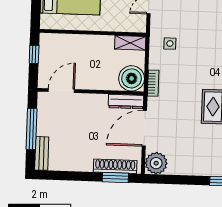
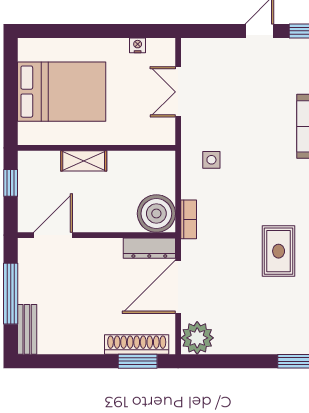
shelving: (130, 43) -> (84, 161), moved

